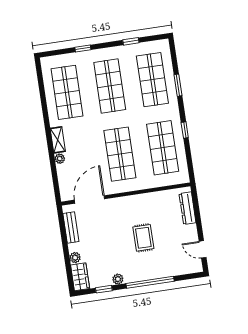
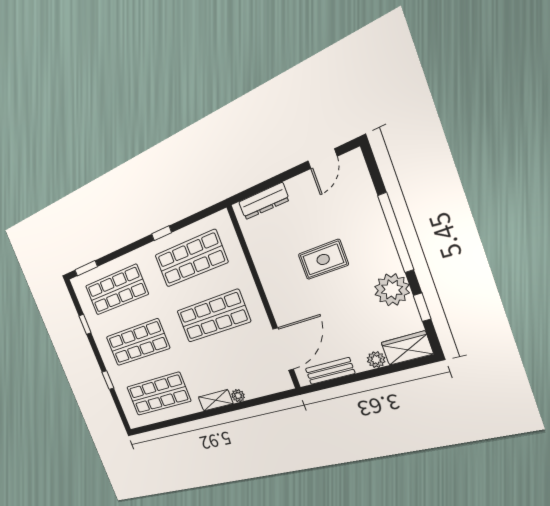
window: (178, 85) -> (86, 268), moved
door: (90, 199) -> (283, 349), swing flipped
plant: (118, 279) -> (392, 290), width x1.88, depth x1.88

